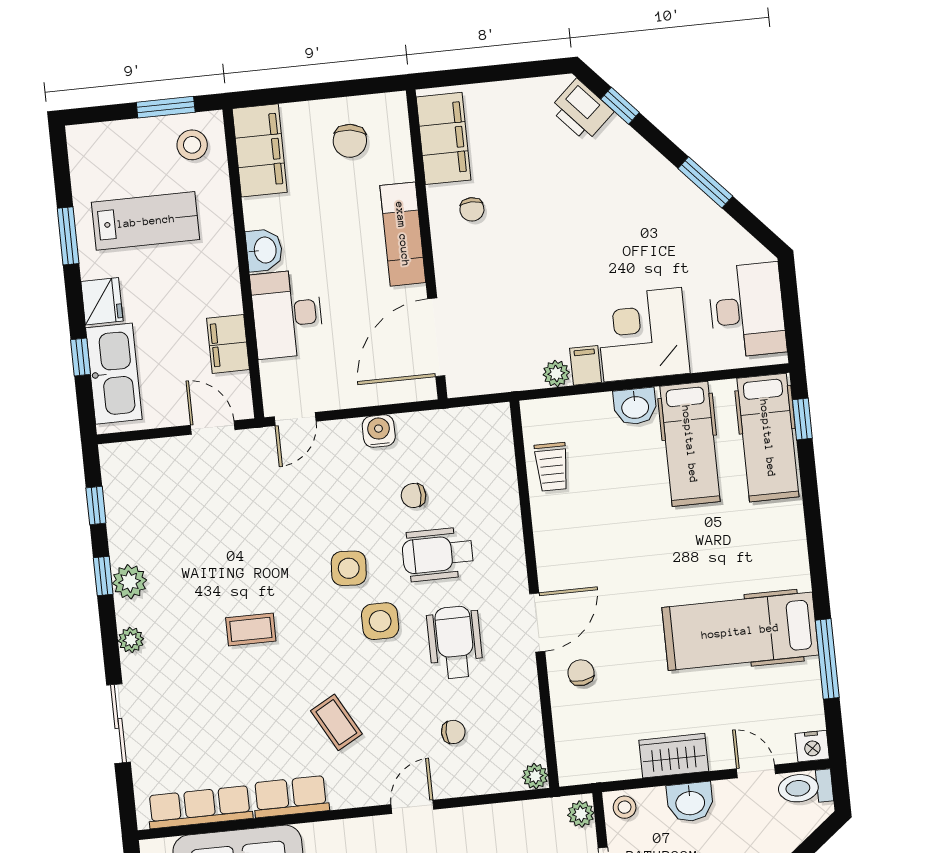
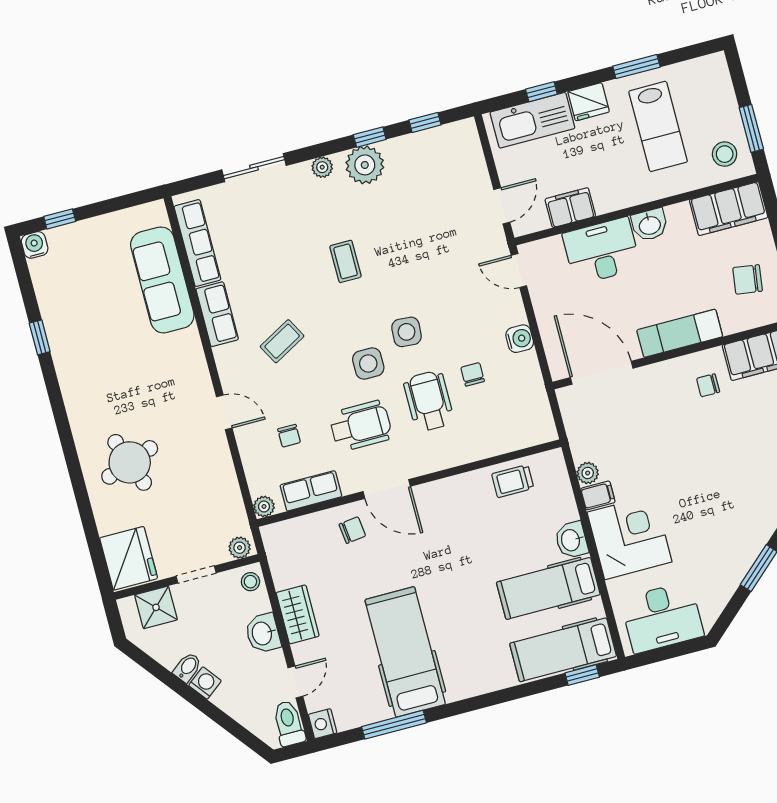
plant: (129, 582) -> (365, 165), width x1.36, depth x1.36
row of seats: (525, 716) -> (311, 491), added

